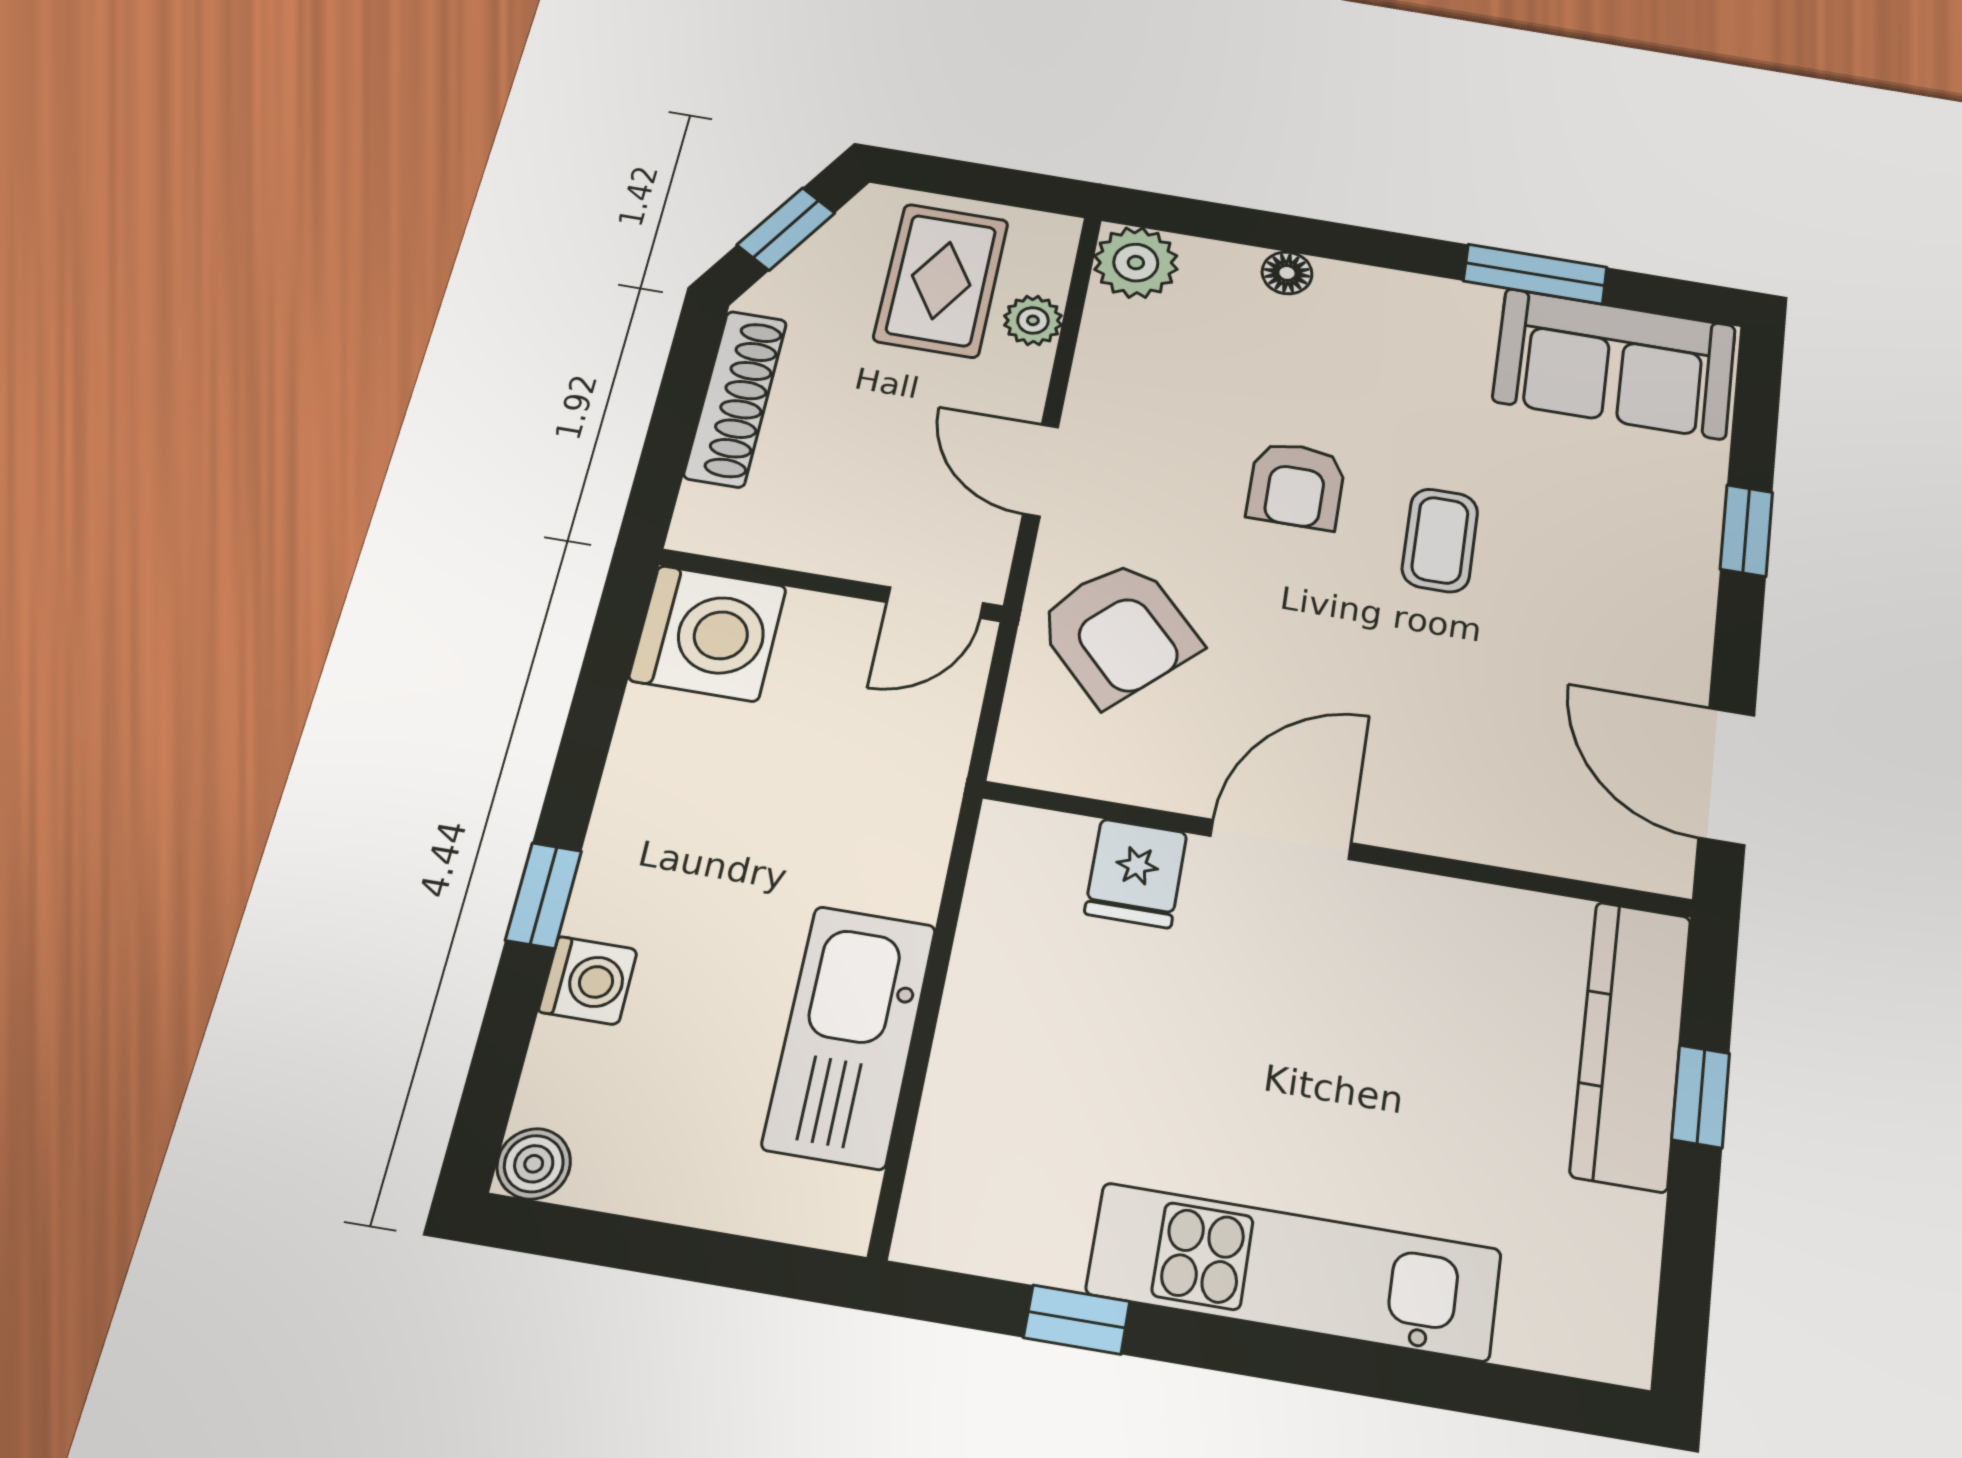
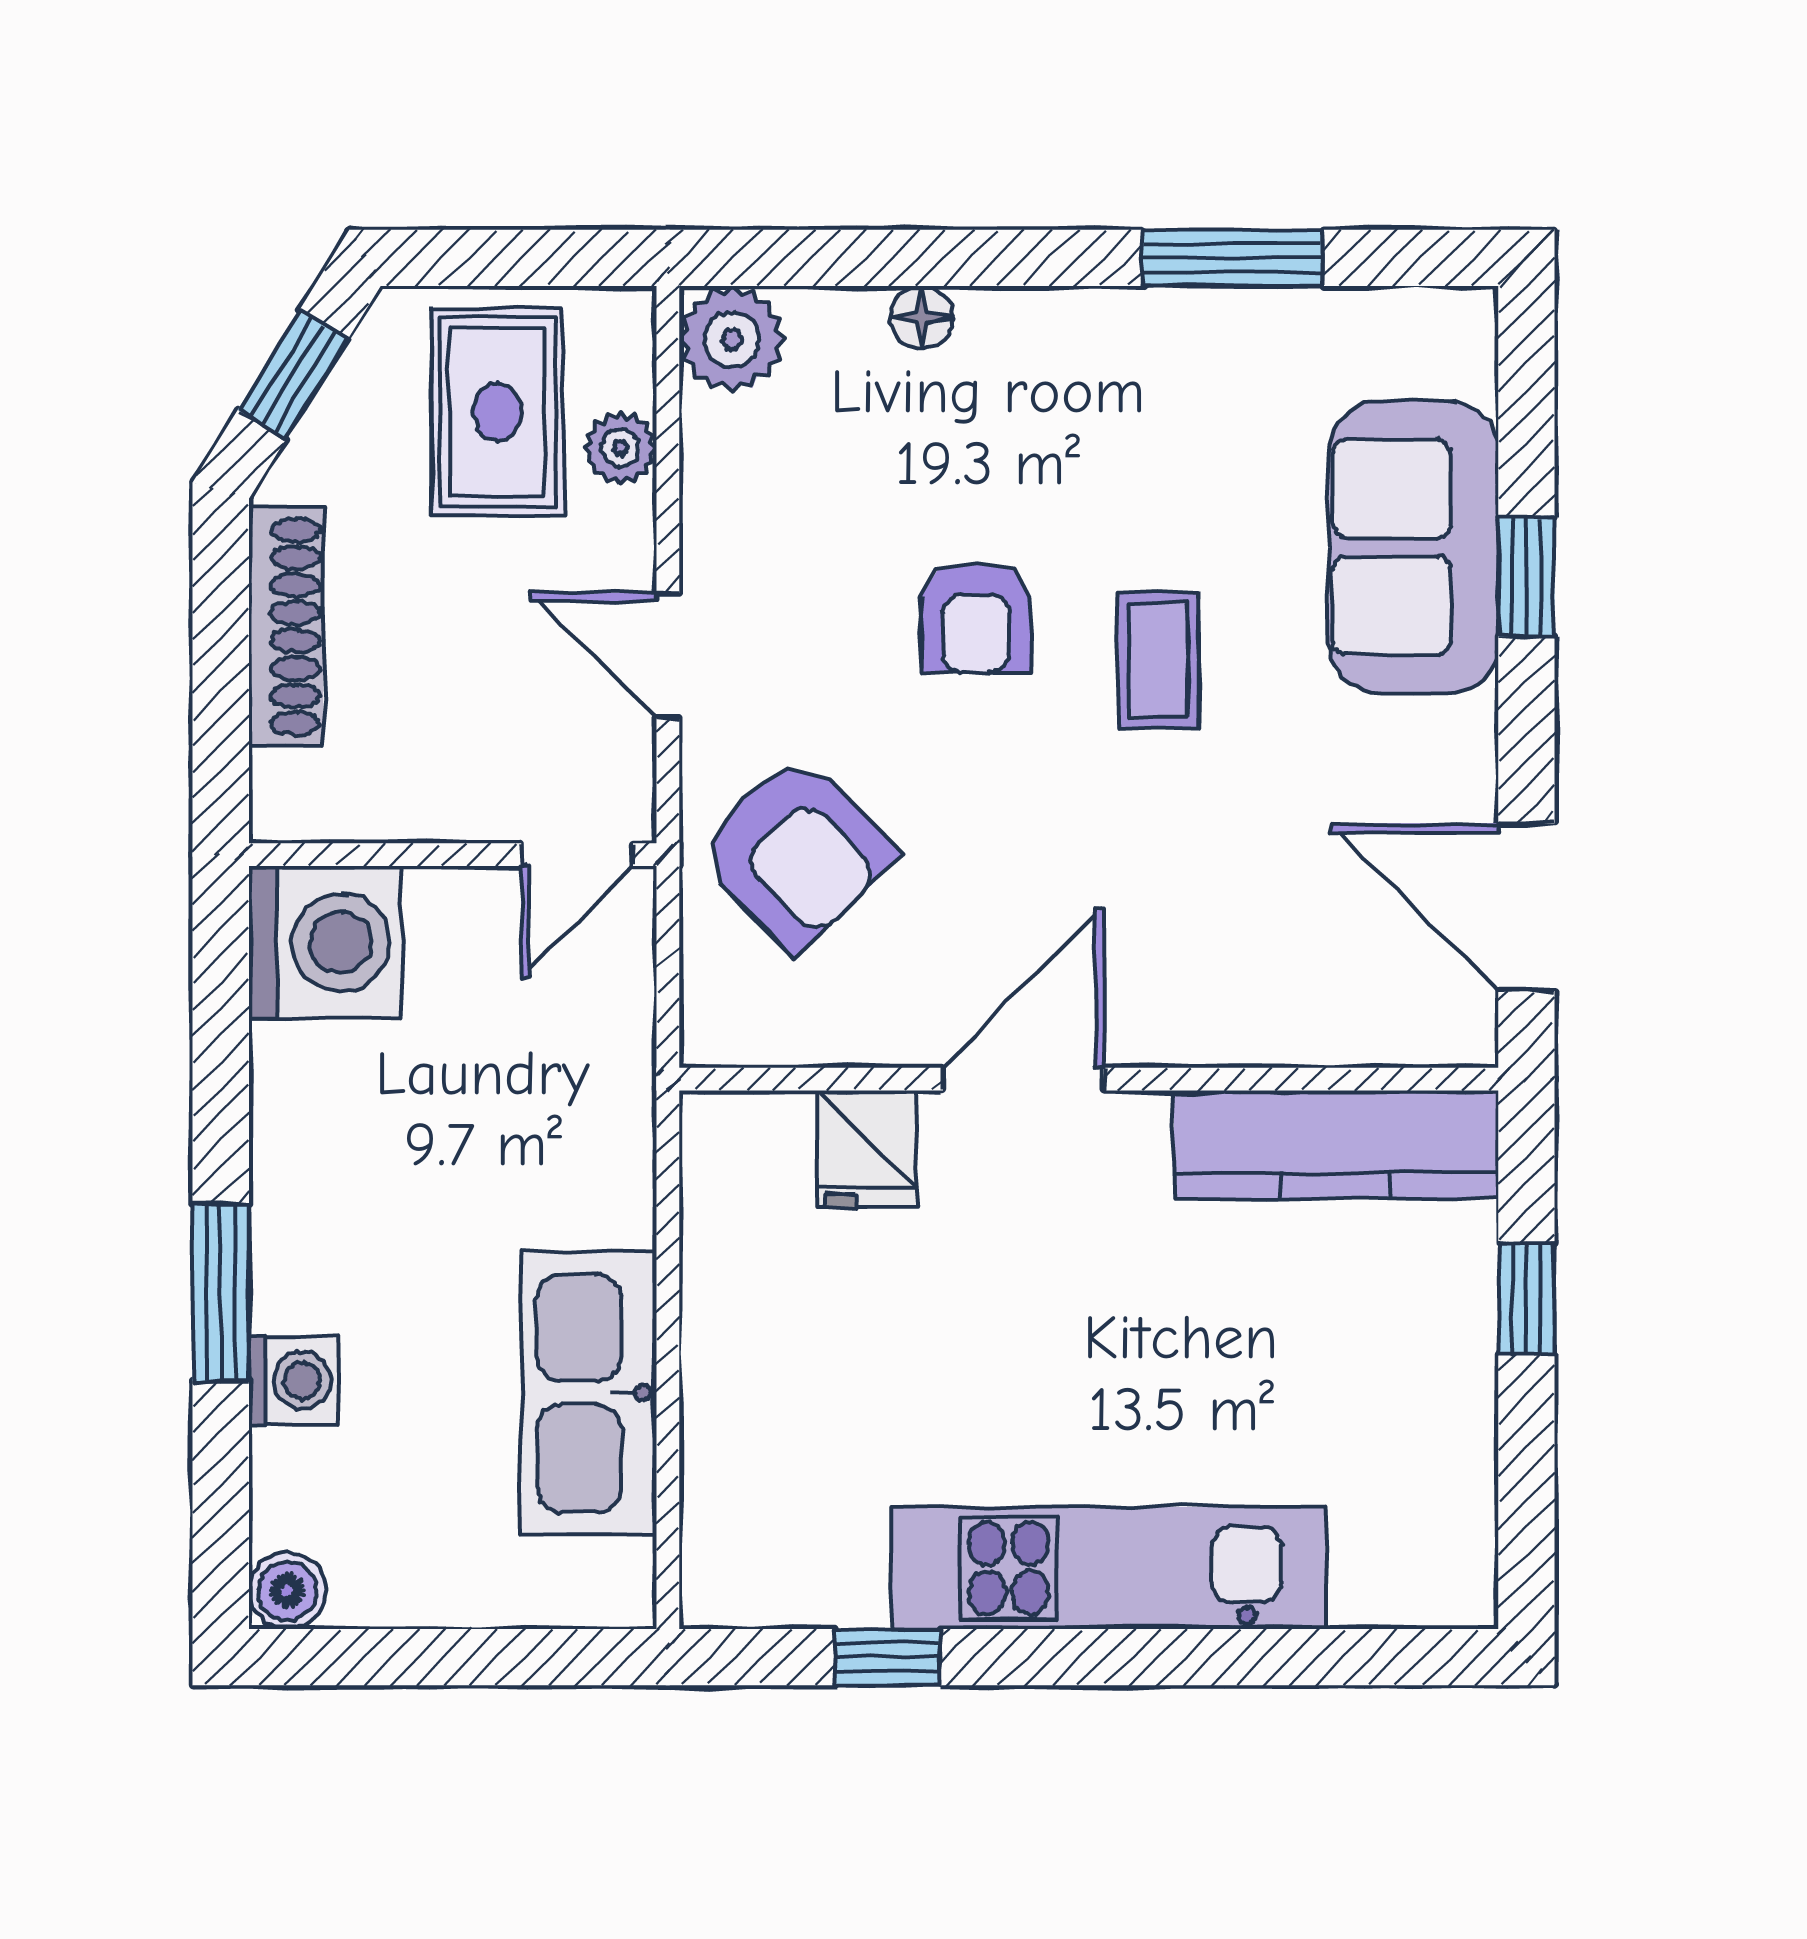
sofa: (1615, 363) -> (1414, 547), moved, turned 90
window: (544, 895) -> (221, 1292), width x1.50
kitchen counter: (1631, 1044) -> (1336, 1144), moved, turned -90

